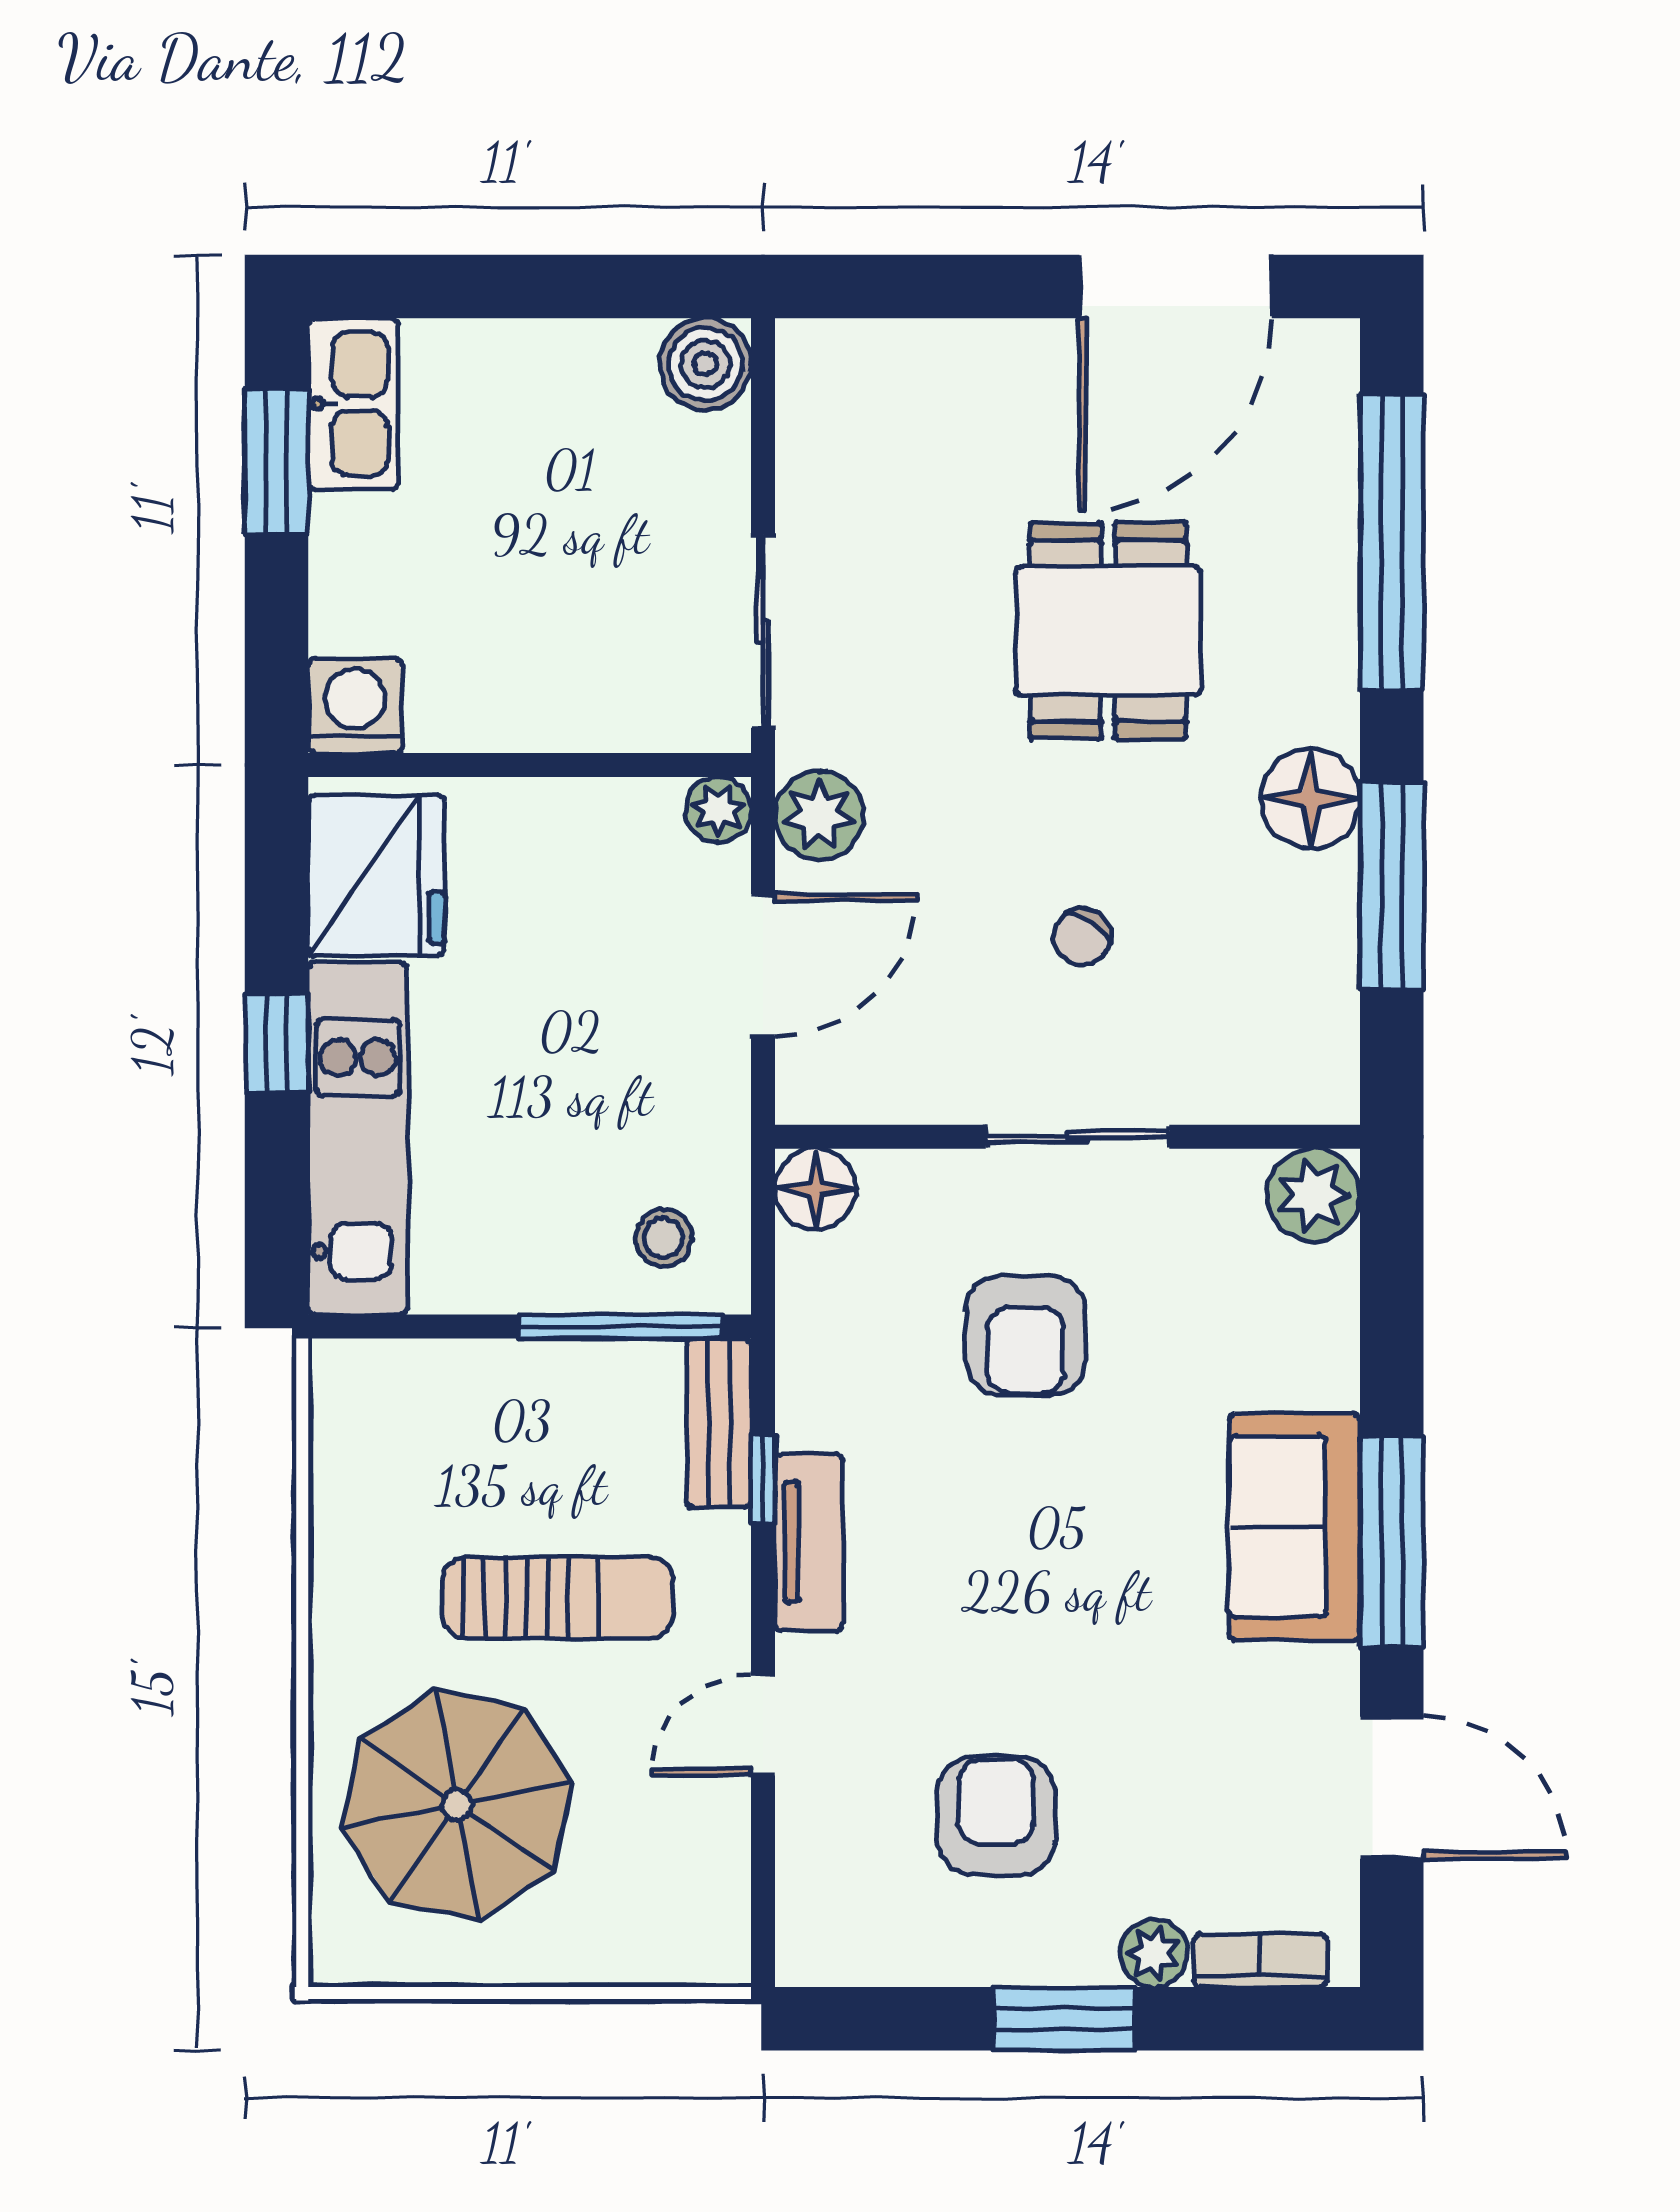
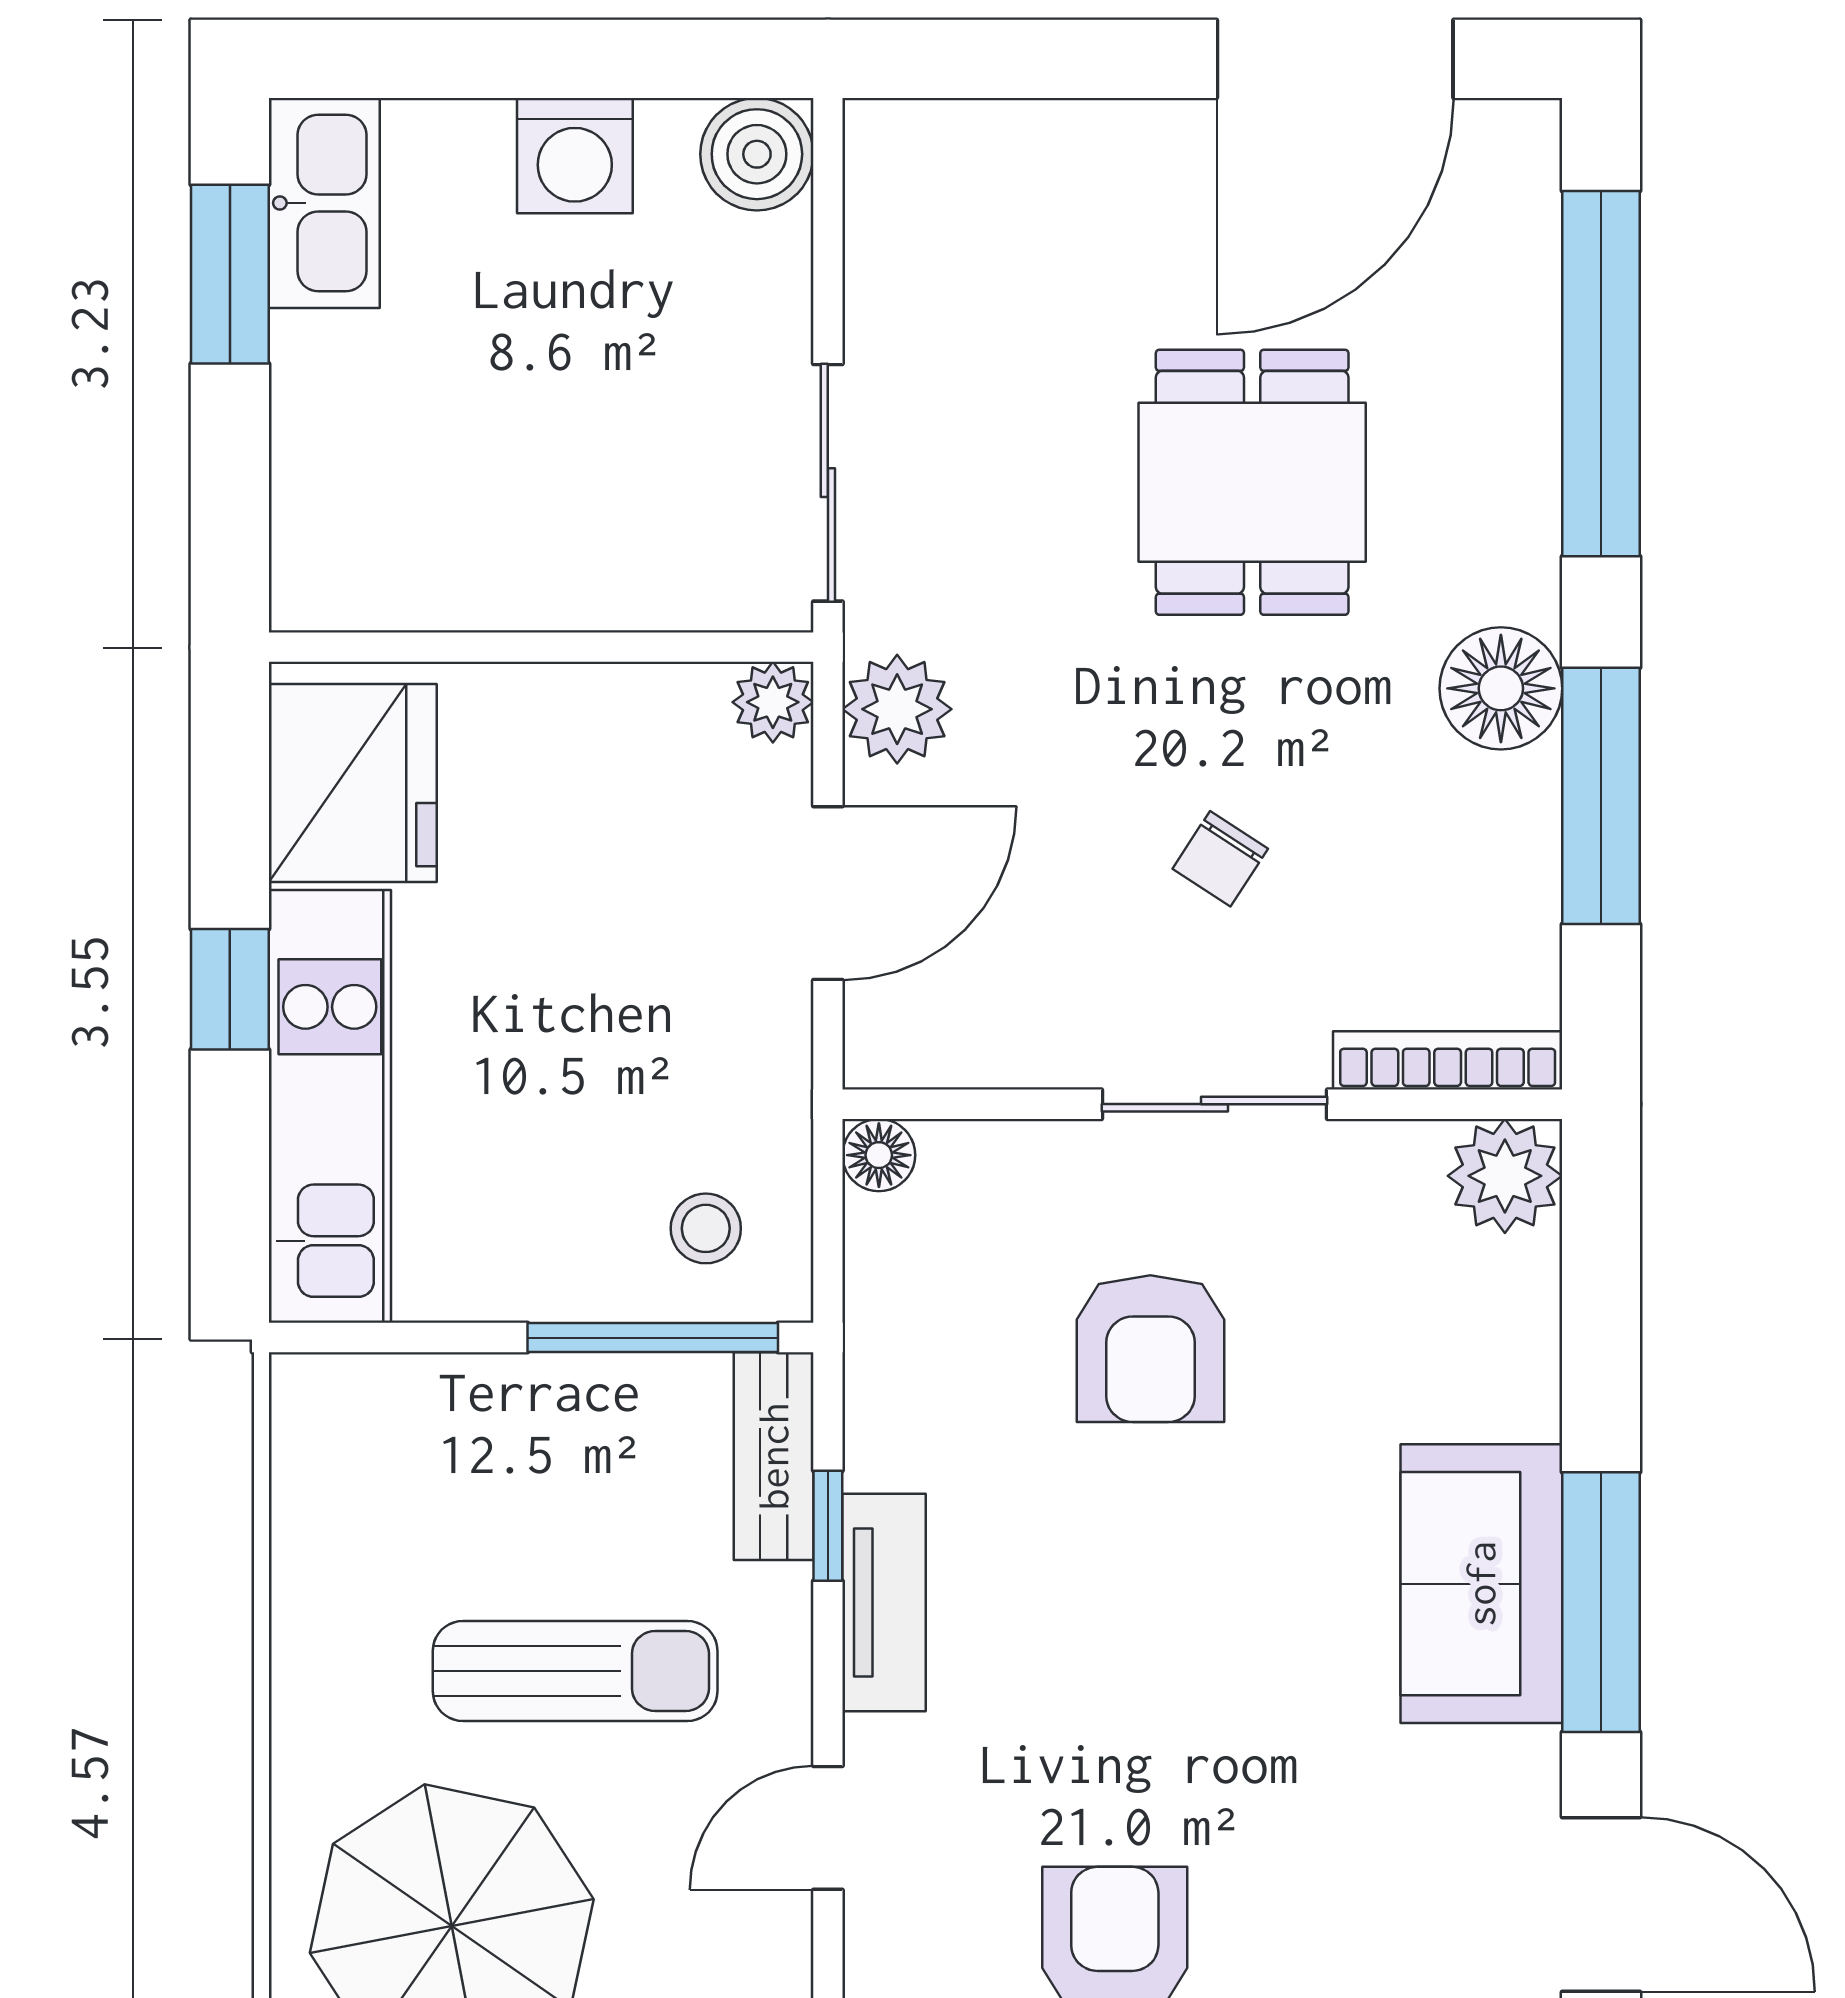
washing machine: (355, 706) -> (575, 156), moved, turned 180
bookcase: (1267, 1101) -> (1448, 1060), added
floor lamp: (815, 1189) -> (879, 1155), width x0.73, depth x0.73

